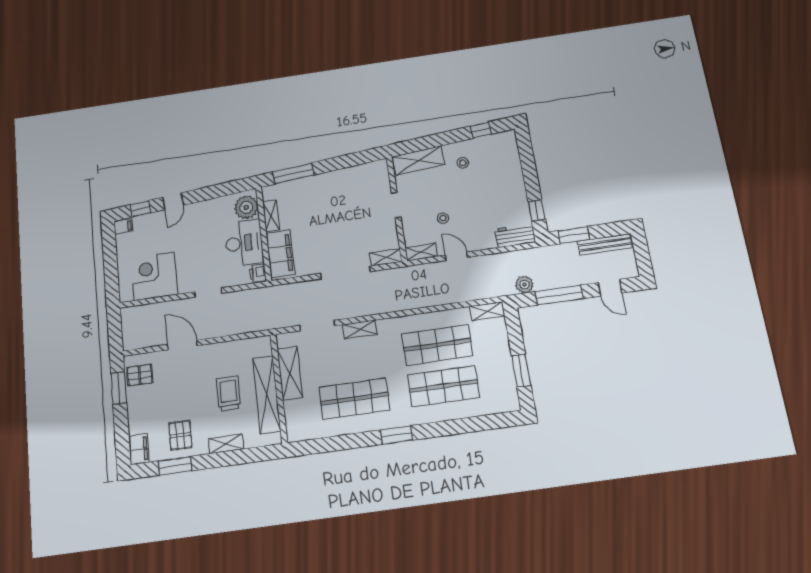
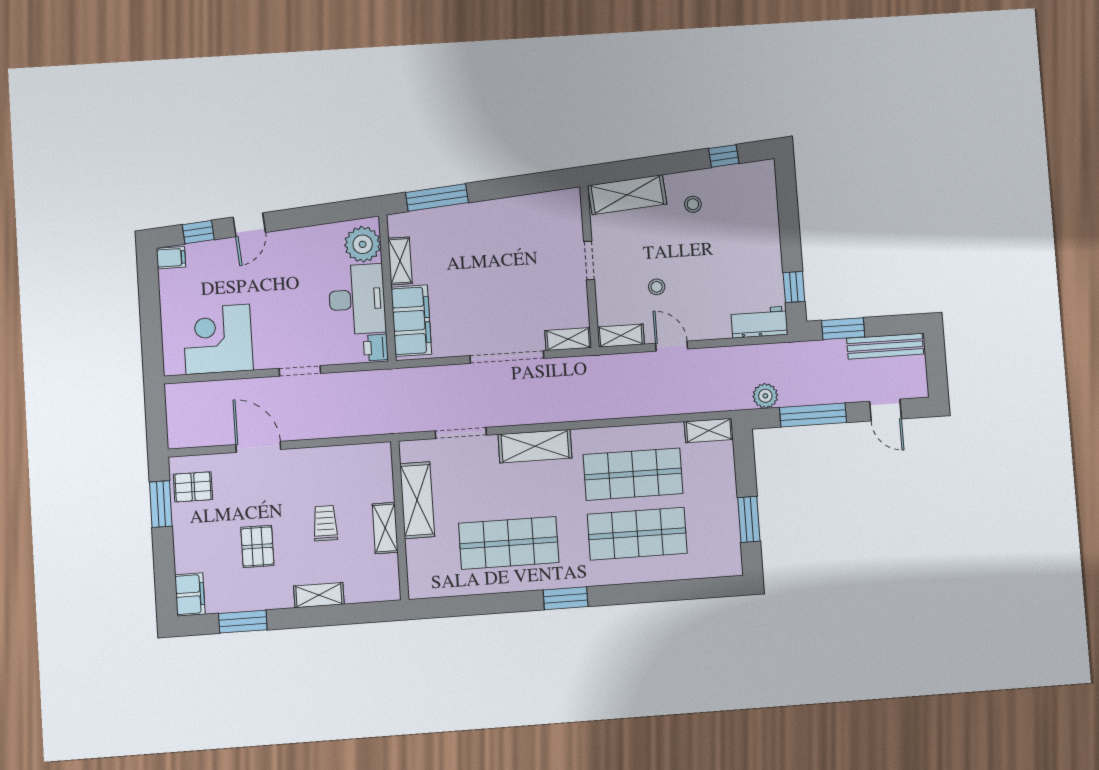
shelving: (360, 329) -> (535, 446), width x1.50, depth x1.33
trolley: (228, 394) -> (325, 523), width x0.73, depth x0.72
shelving: (267, 394) -> (385, 528), width x0.45, depth x0.75
pallet: (180, 435) -> (257, 546), moved

